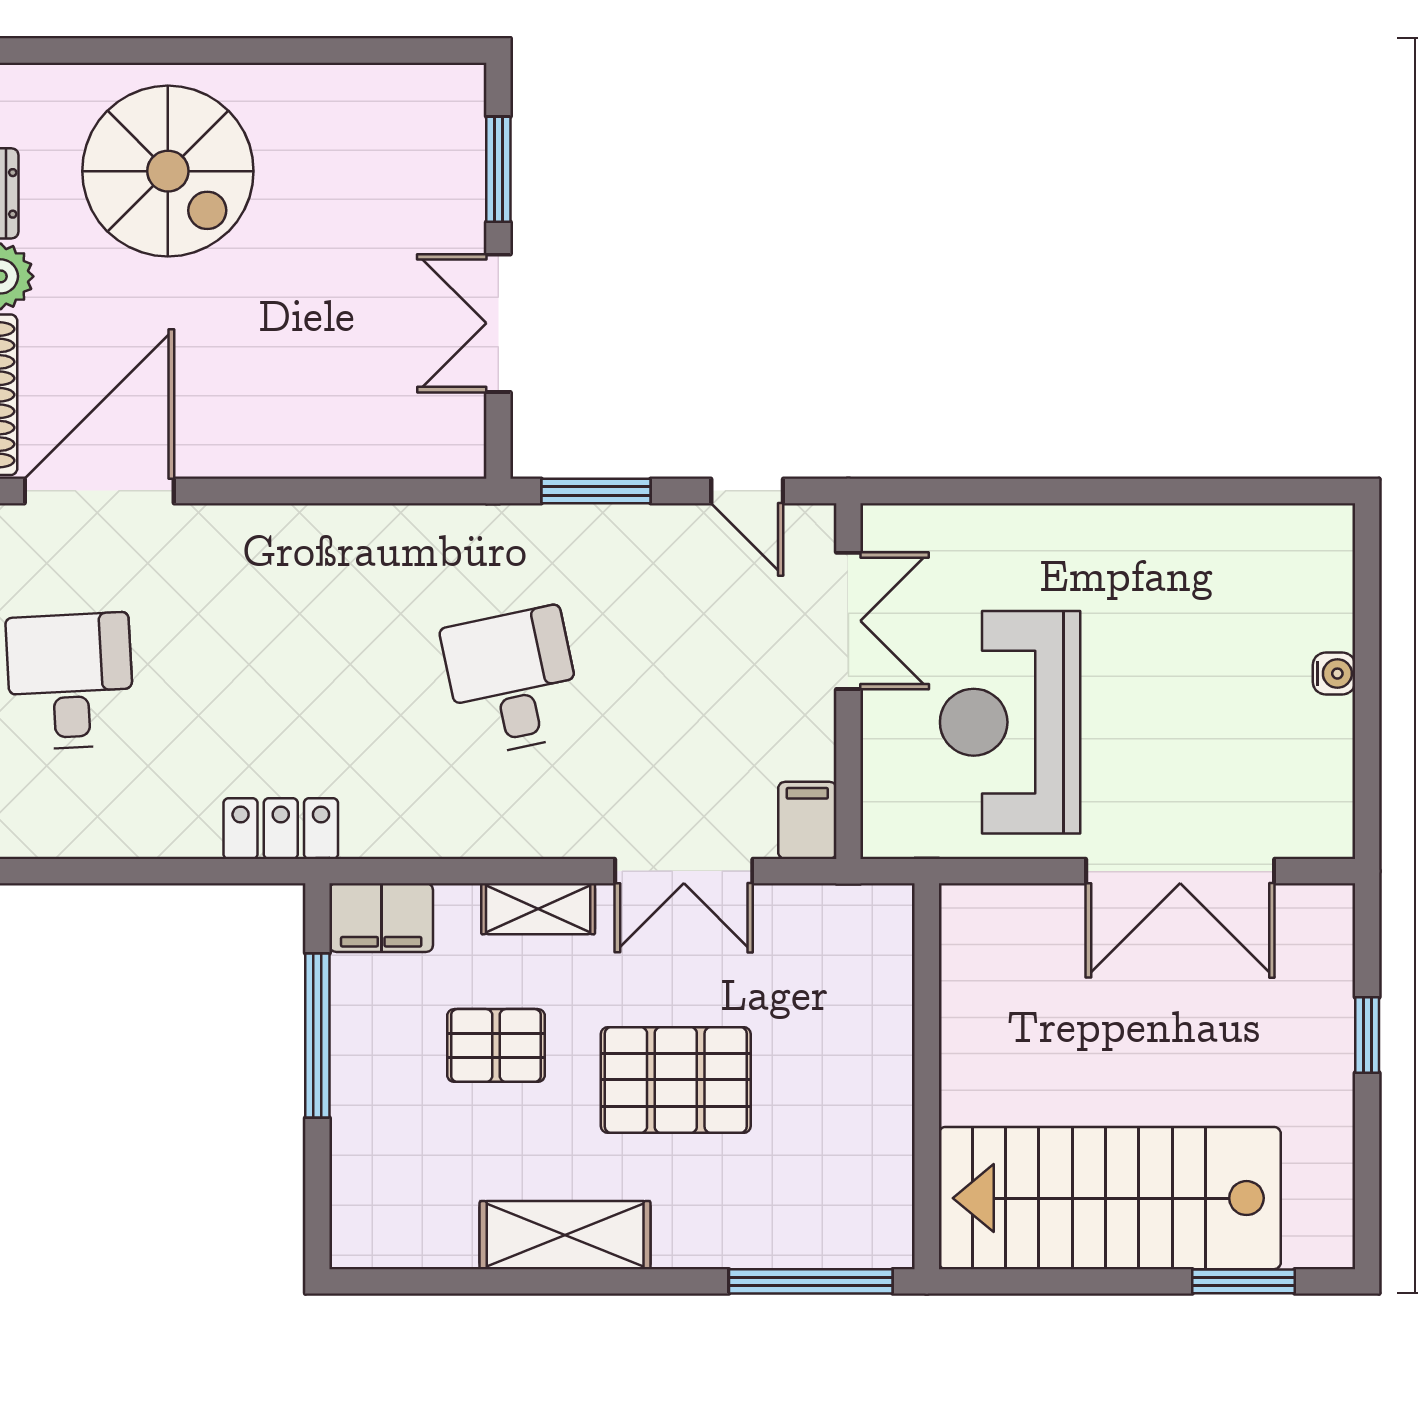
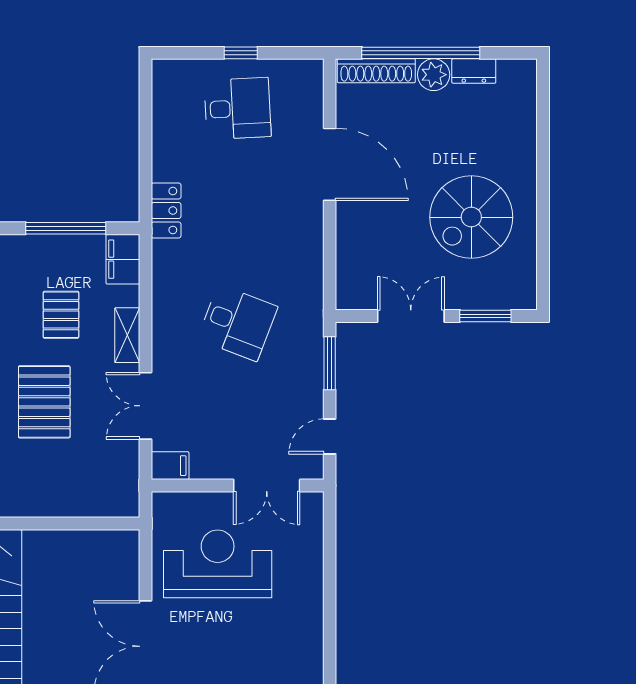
spiral stairs: (168, 171) -> (471, 217), moved
door: (99, 491) -> (330, 164), moved
desk: (512, 681) -> (238, 323), turned 33

